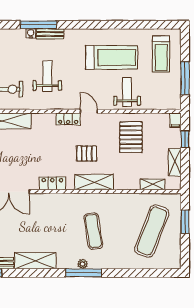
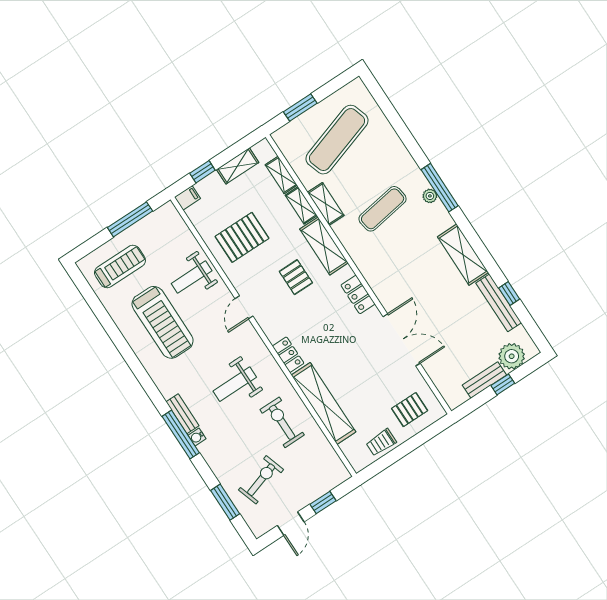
treadmill: (112, 57) -> (163, 322), turned 180
locker: (68, 119) -> (288, 355), moved
shelving: (127, 184) -> (301, 205), added
shelving: (118, 199) -> (326, 204), added
exercise mat: (152, 231) -> (337, 140), turned -39

